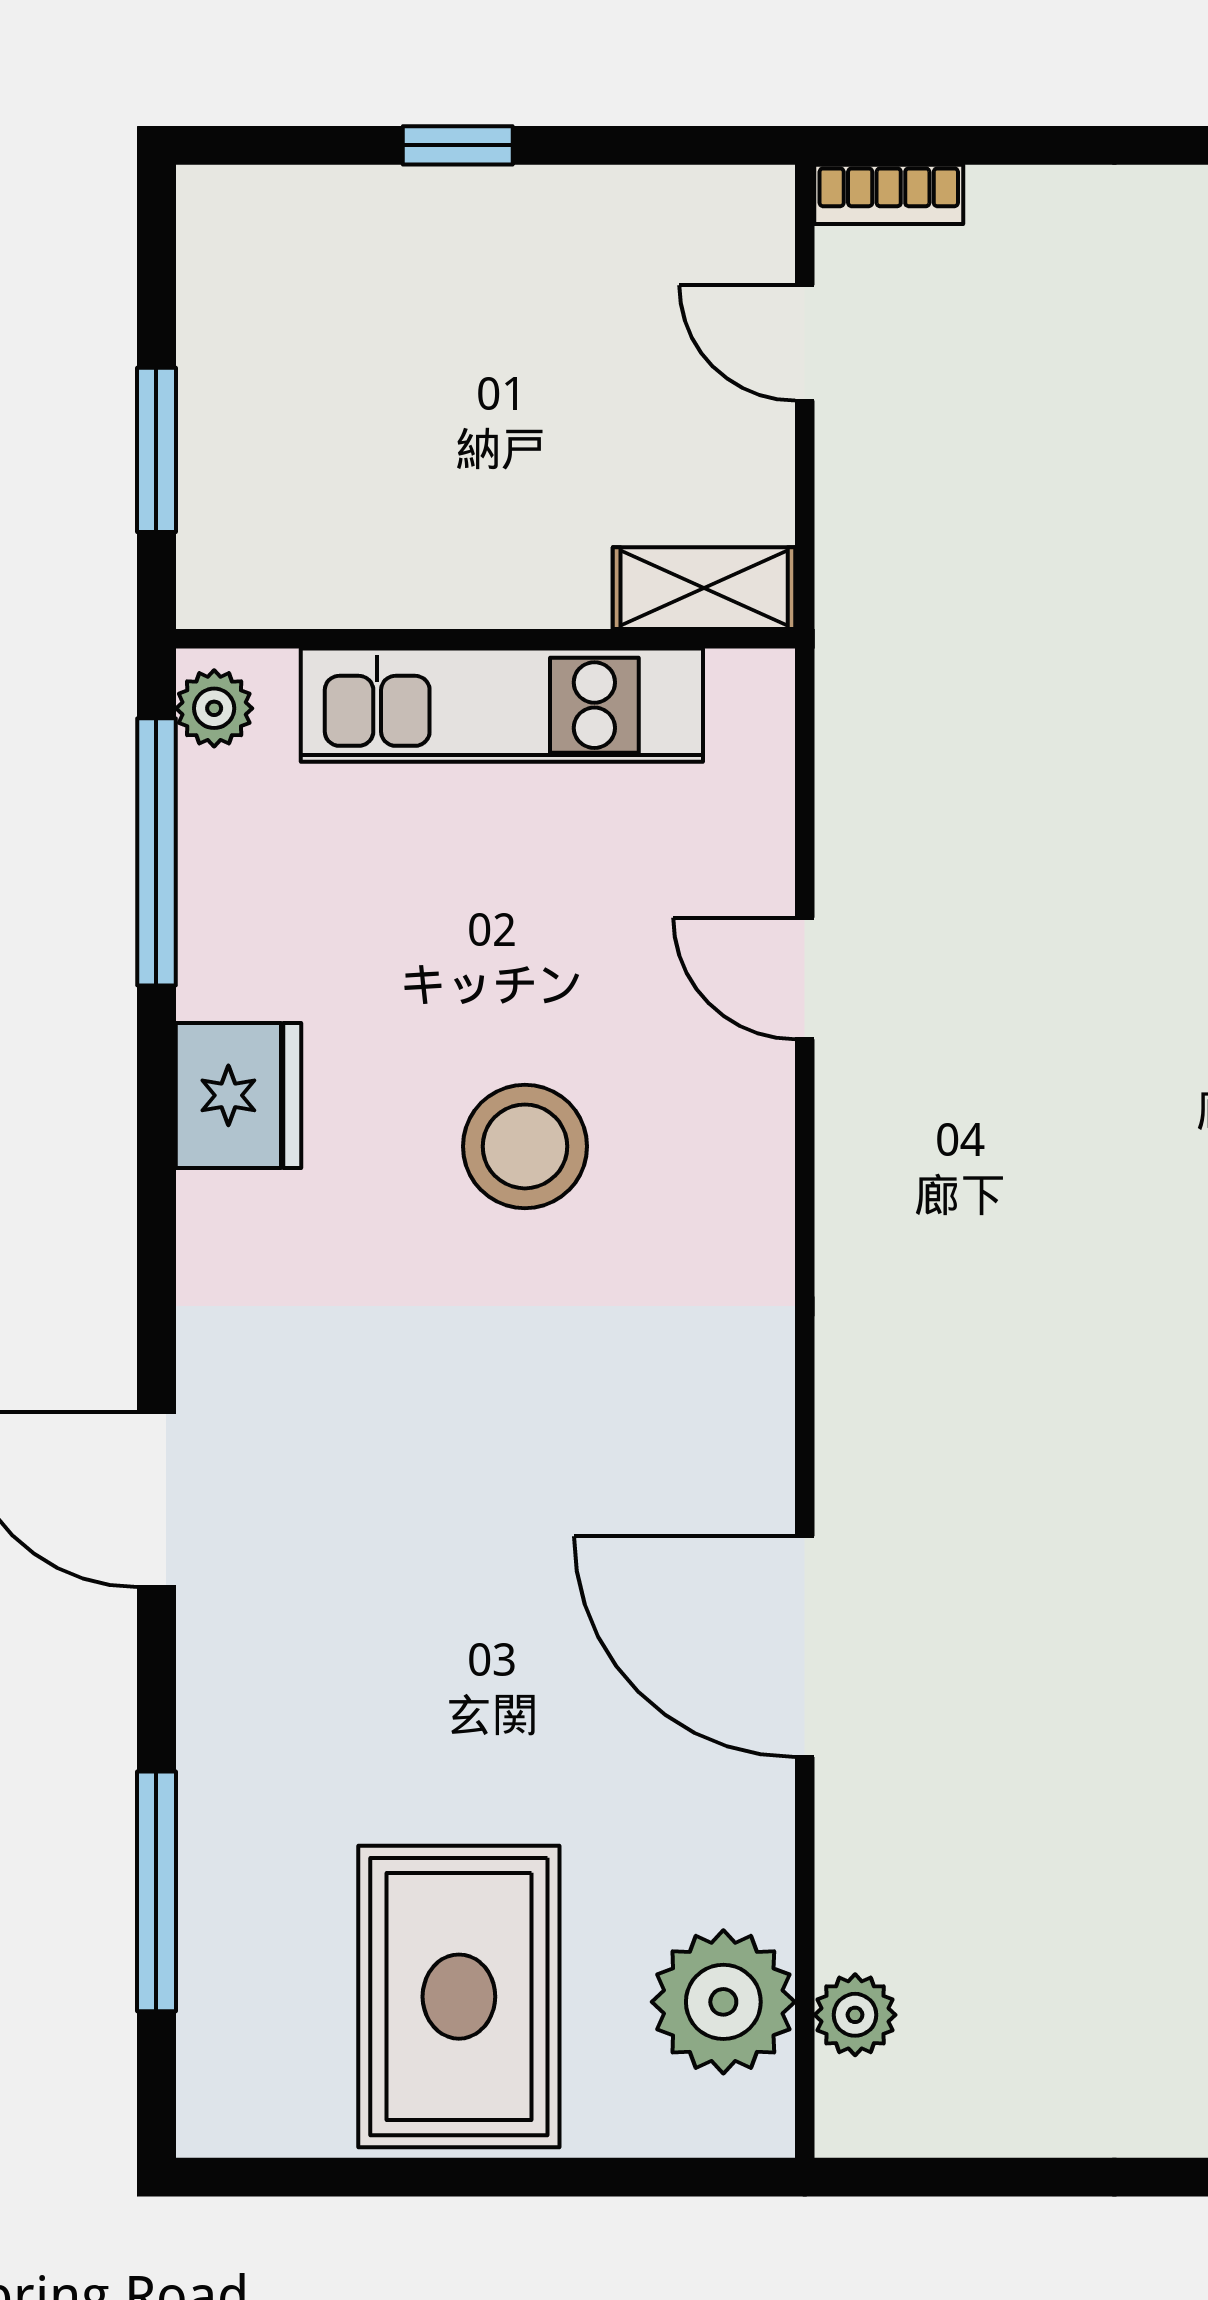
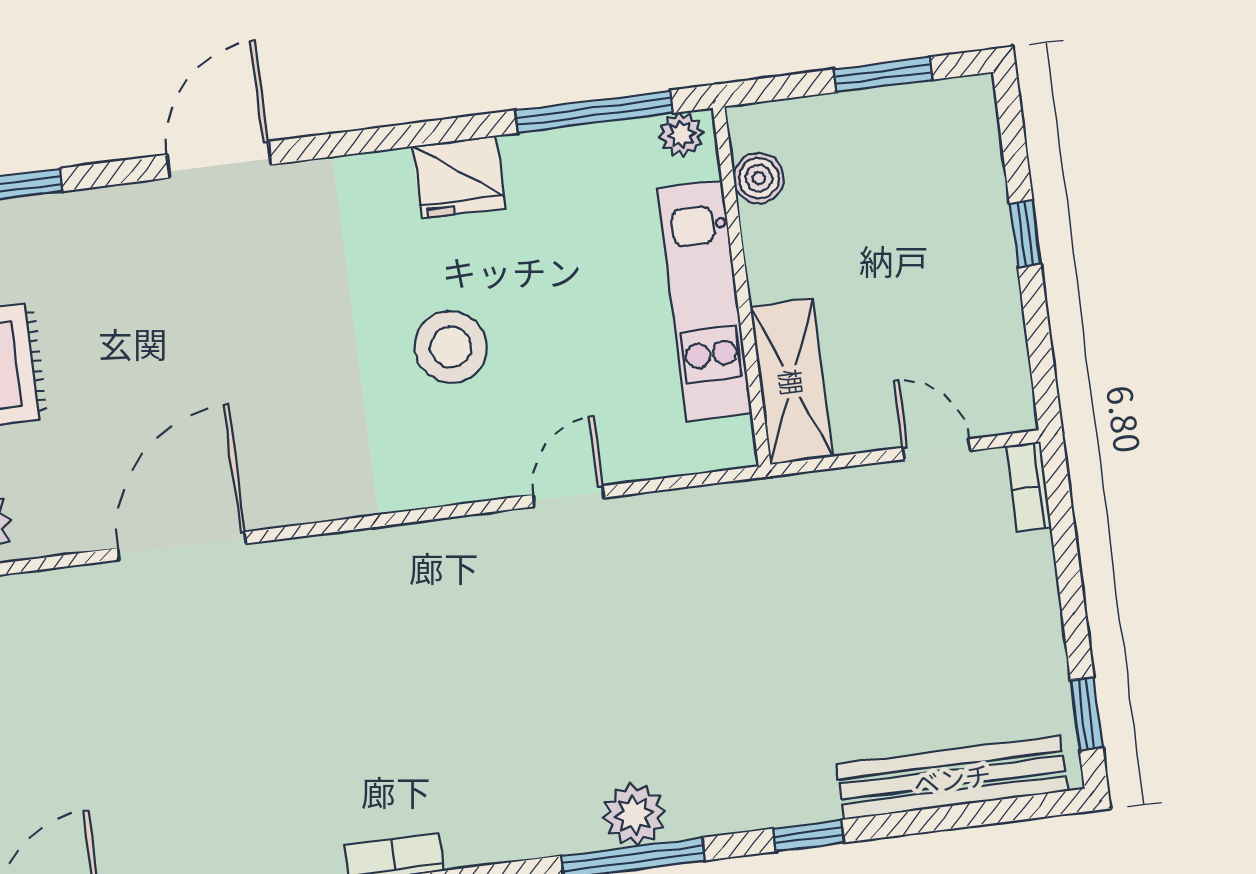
door: (805, 343) -> (937, 449), hinge flipped
window: (156, 450) -> (883, 75), moved
boiler: (305, 586) -> (759, 178), added
shelving: (704, 588) -> (792, 382), width x1.50, depth x1.33

